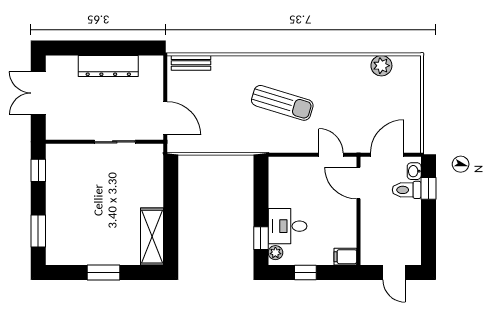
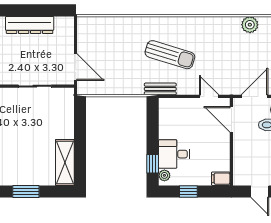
bench: (191, 63) -> (160, 89), moved

